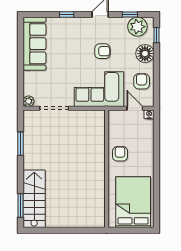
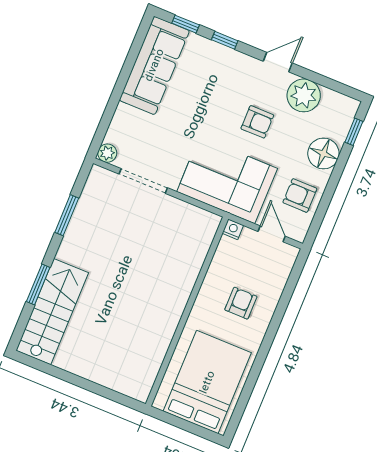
window: (130, 14) -> (186, 24), moved
plant: (137, 27) -> (304, 95), moved
armchair: (142, 81) -> (300, 196), turned -90
nightstand: (149, 114) -> (233, 229), moved
armchair: (120, 154) -> (241, 303), moved
window: (21, 206) -> (38, 284), moved

